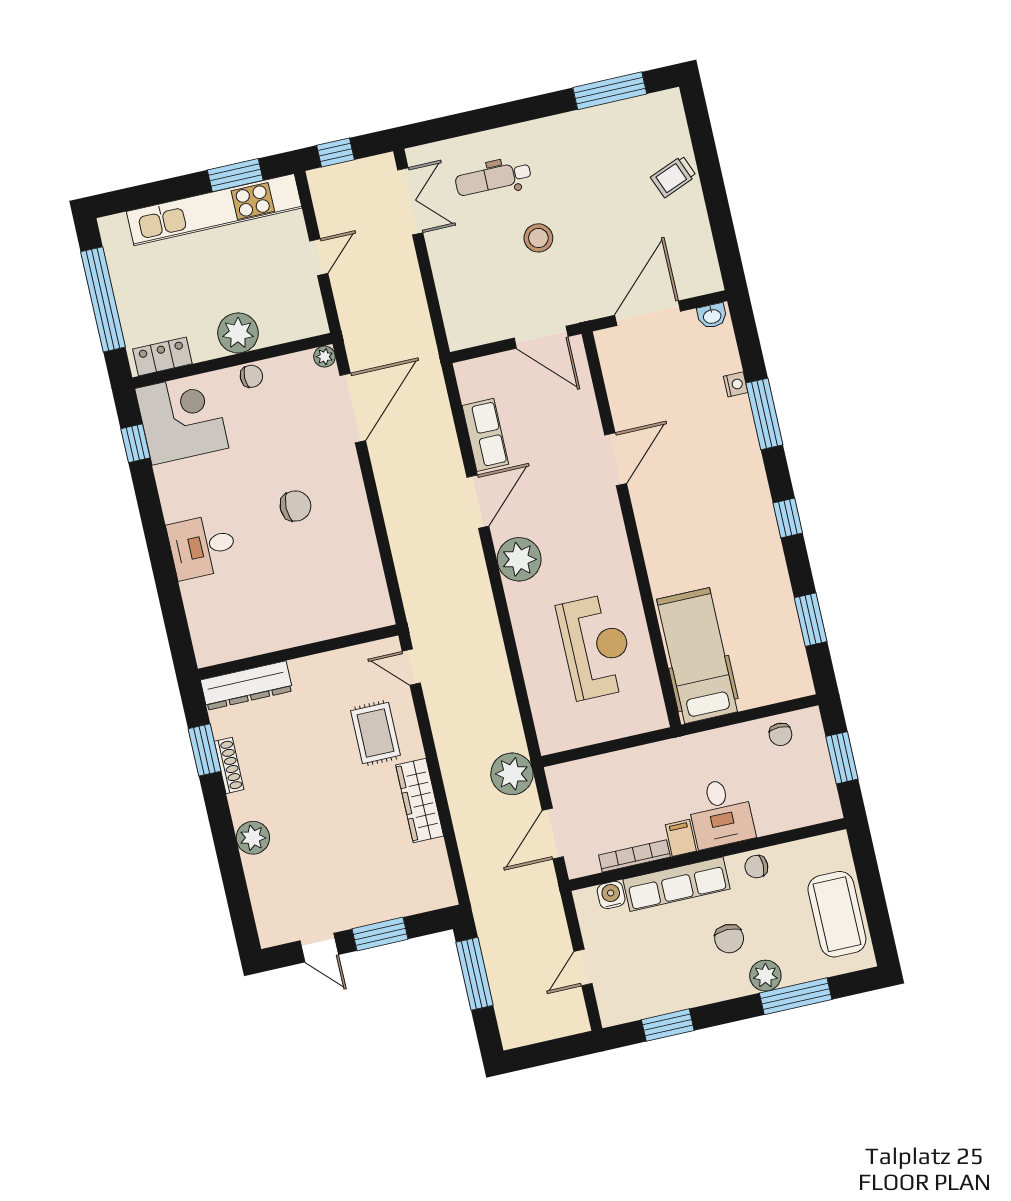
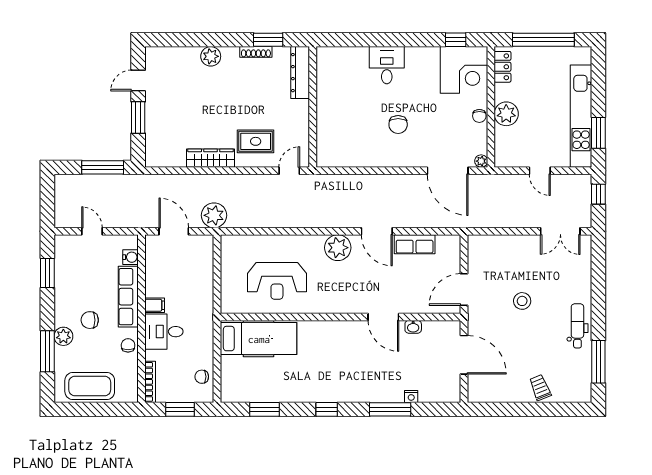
dental chair: (493, 178) -> (577, 326), moved
washbasin: (712, 316) -> (413, 327), moved, turned -90
bookcase: (634, 856) -> (150, 382), moved

